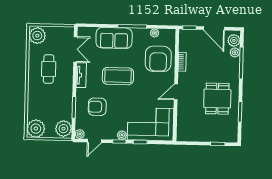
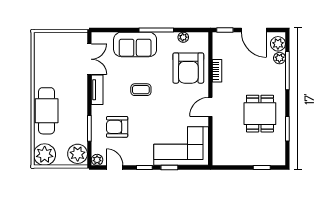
plant: (37, 36) -> (44, 44), removed
cafe table: (49, 69) -> (47, 111), moved, width x1.37, depth x1.35
coffee table: (118, 76) -> (141, 90), width x0.54, depth x0.58
plant: (122, 135) -> (147, 160), removed
door: (94, 141) -> (115, 168), swing flipped

